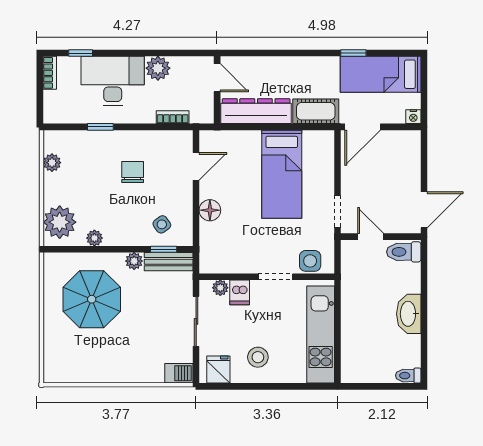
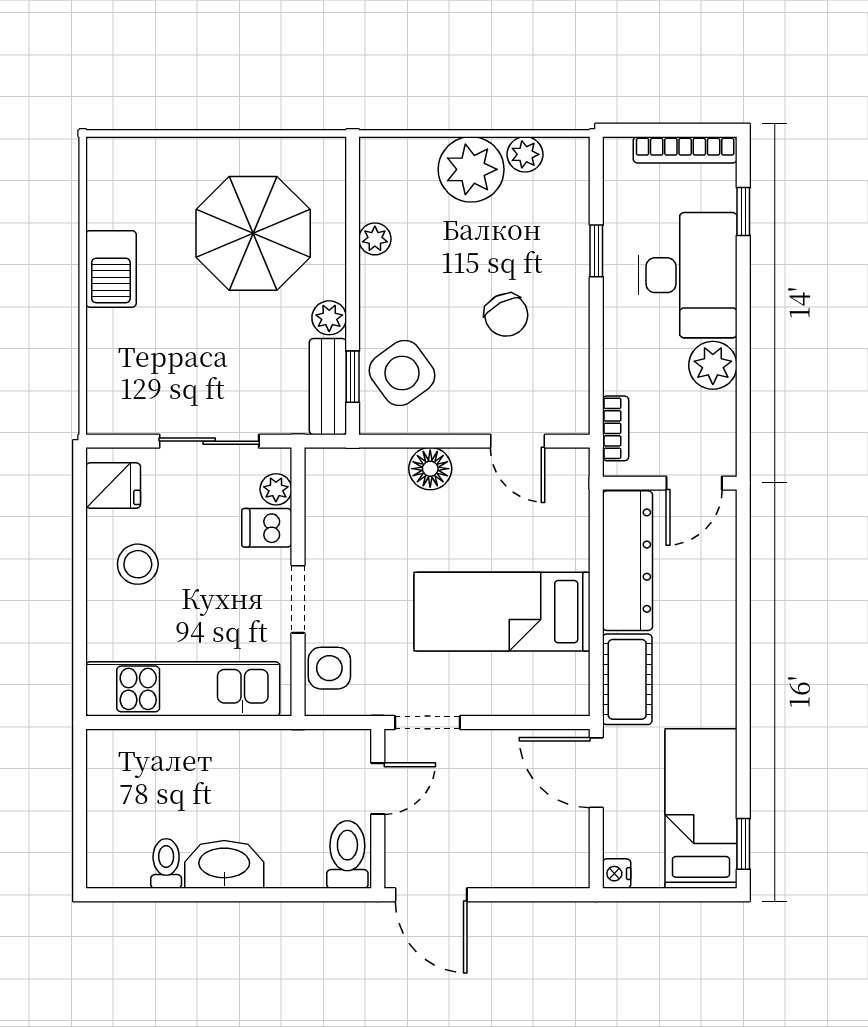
window: (353, 53) -> (743, 844), moved
bookcase: (50, 73) -> (685, 150), width x1.56
bookcase: (173, 117) -> (616, 428), moved
chair: (133, 172) -> (506, 315), turned 62
plant: (60, 222) -> (471, 169), moved
side table: (162, 224) -> (402, 373), width x1.87, depth x1.87
barbecue: (179, 373) -> (111, 269), moved, width x1.38, depth x1.27
toilet: (408, 376) -> (166, 863), moved

